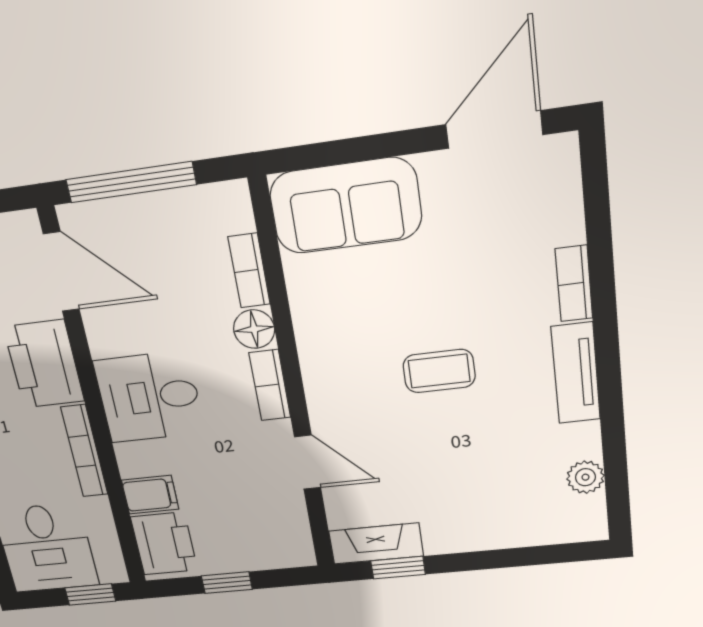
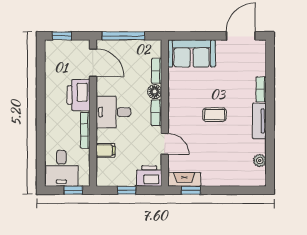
printer: (164, 544) -> (149, 176), moved, turned -90

